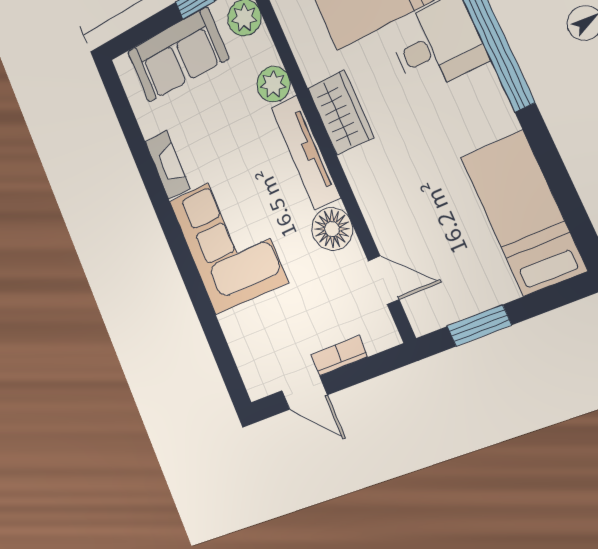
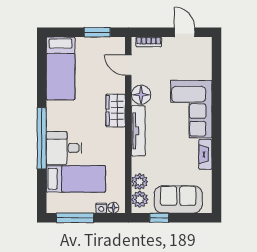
plant: (273, 84) -> (140, 182), moved
wardrobe: (341, 113) -> (116, 111), moved
bookcase: (339, 356) -> (149, 42), moved

